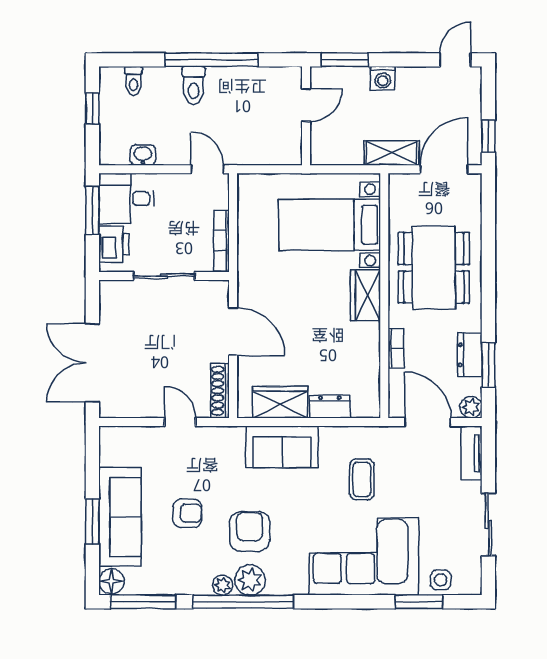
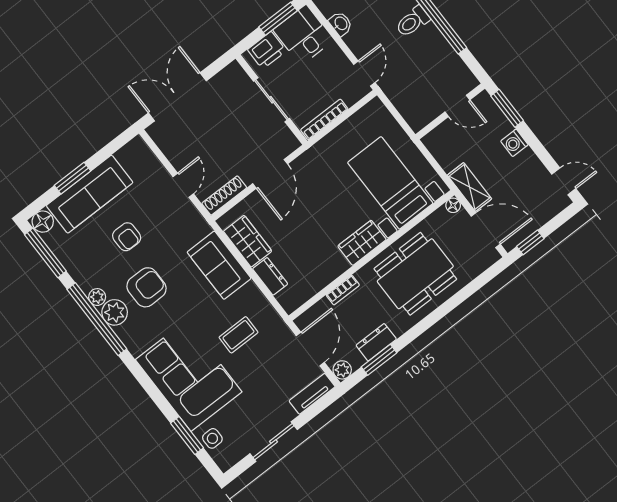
floor lamp: (397, 182) -> (453, 205), added

